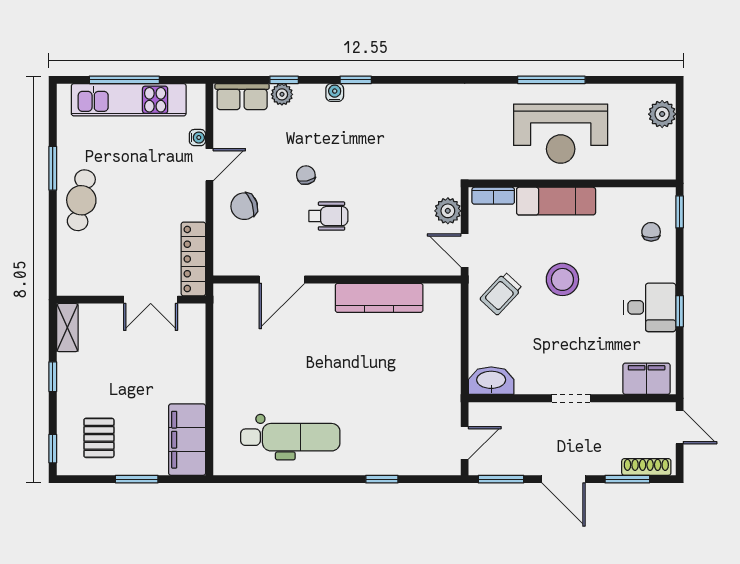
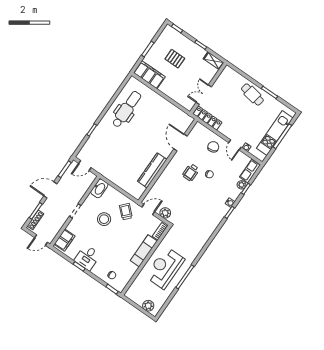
stool: (562, 279) -> (104, 219), moved
dental chair: (290, 437) -> (127, 109), turned 180
pallet: (99, 438) -> (175, 59), moved
door: (465, 443) -> (85, 166), hinge flipped

